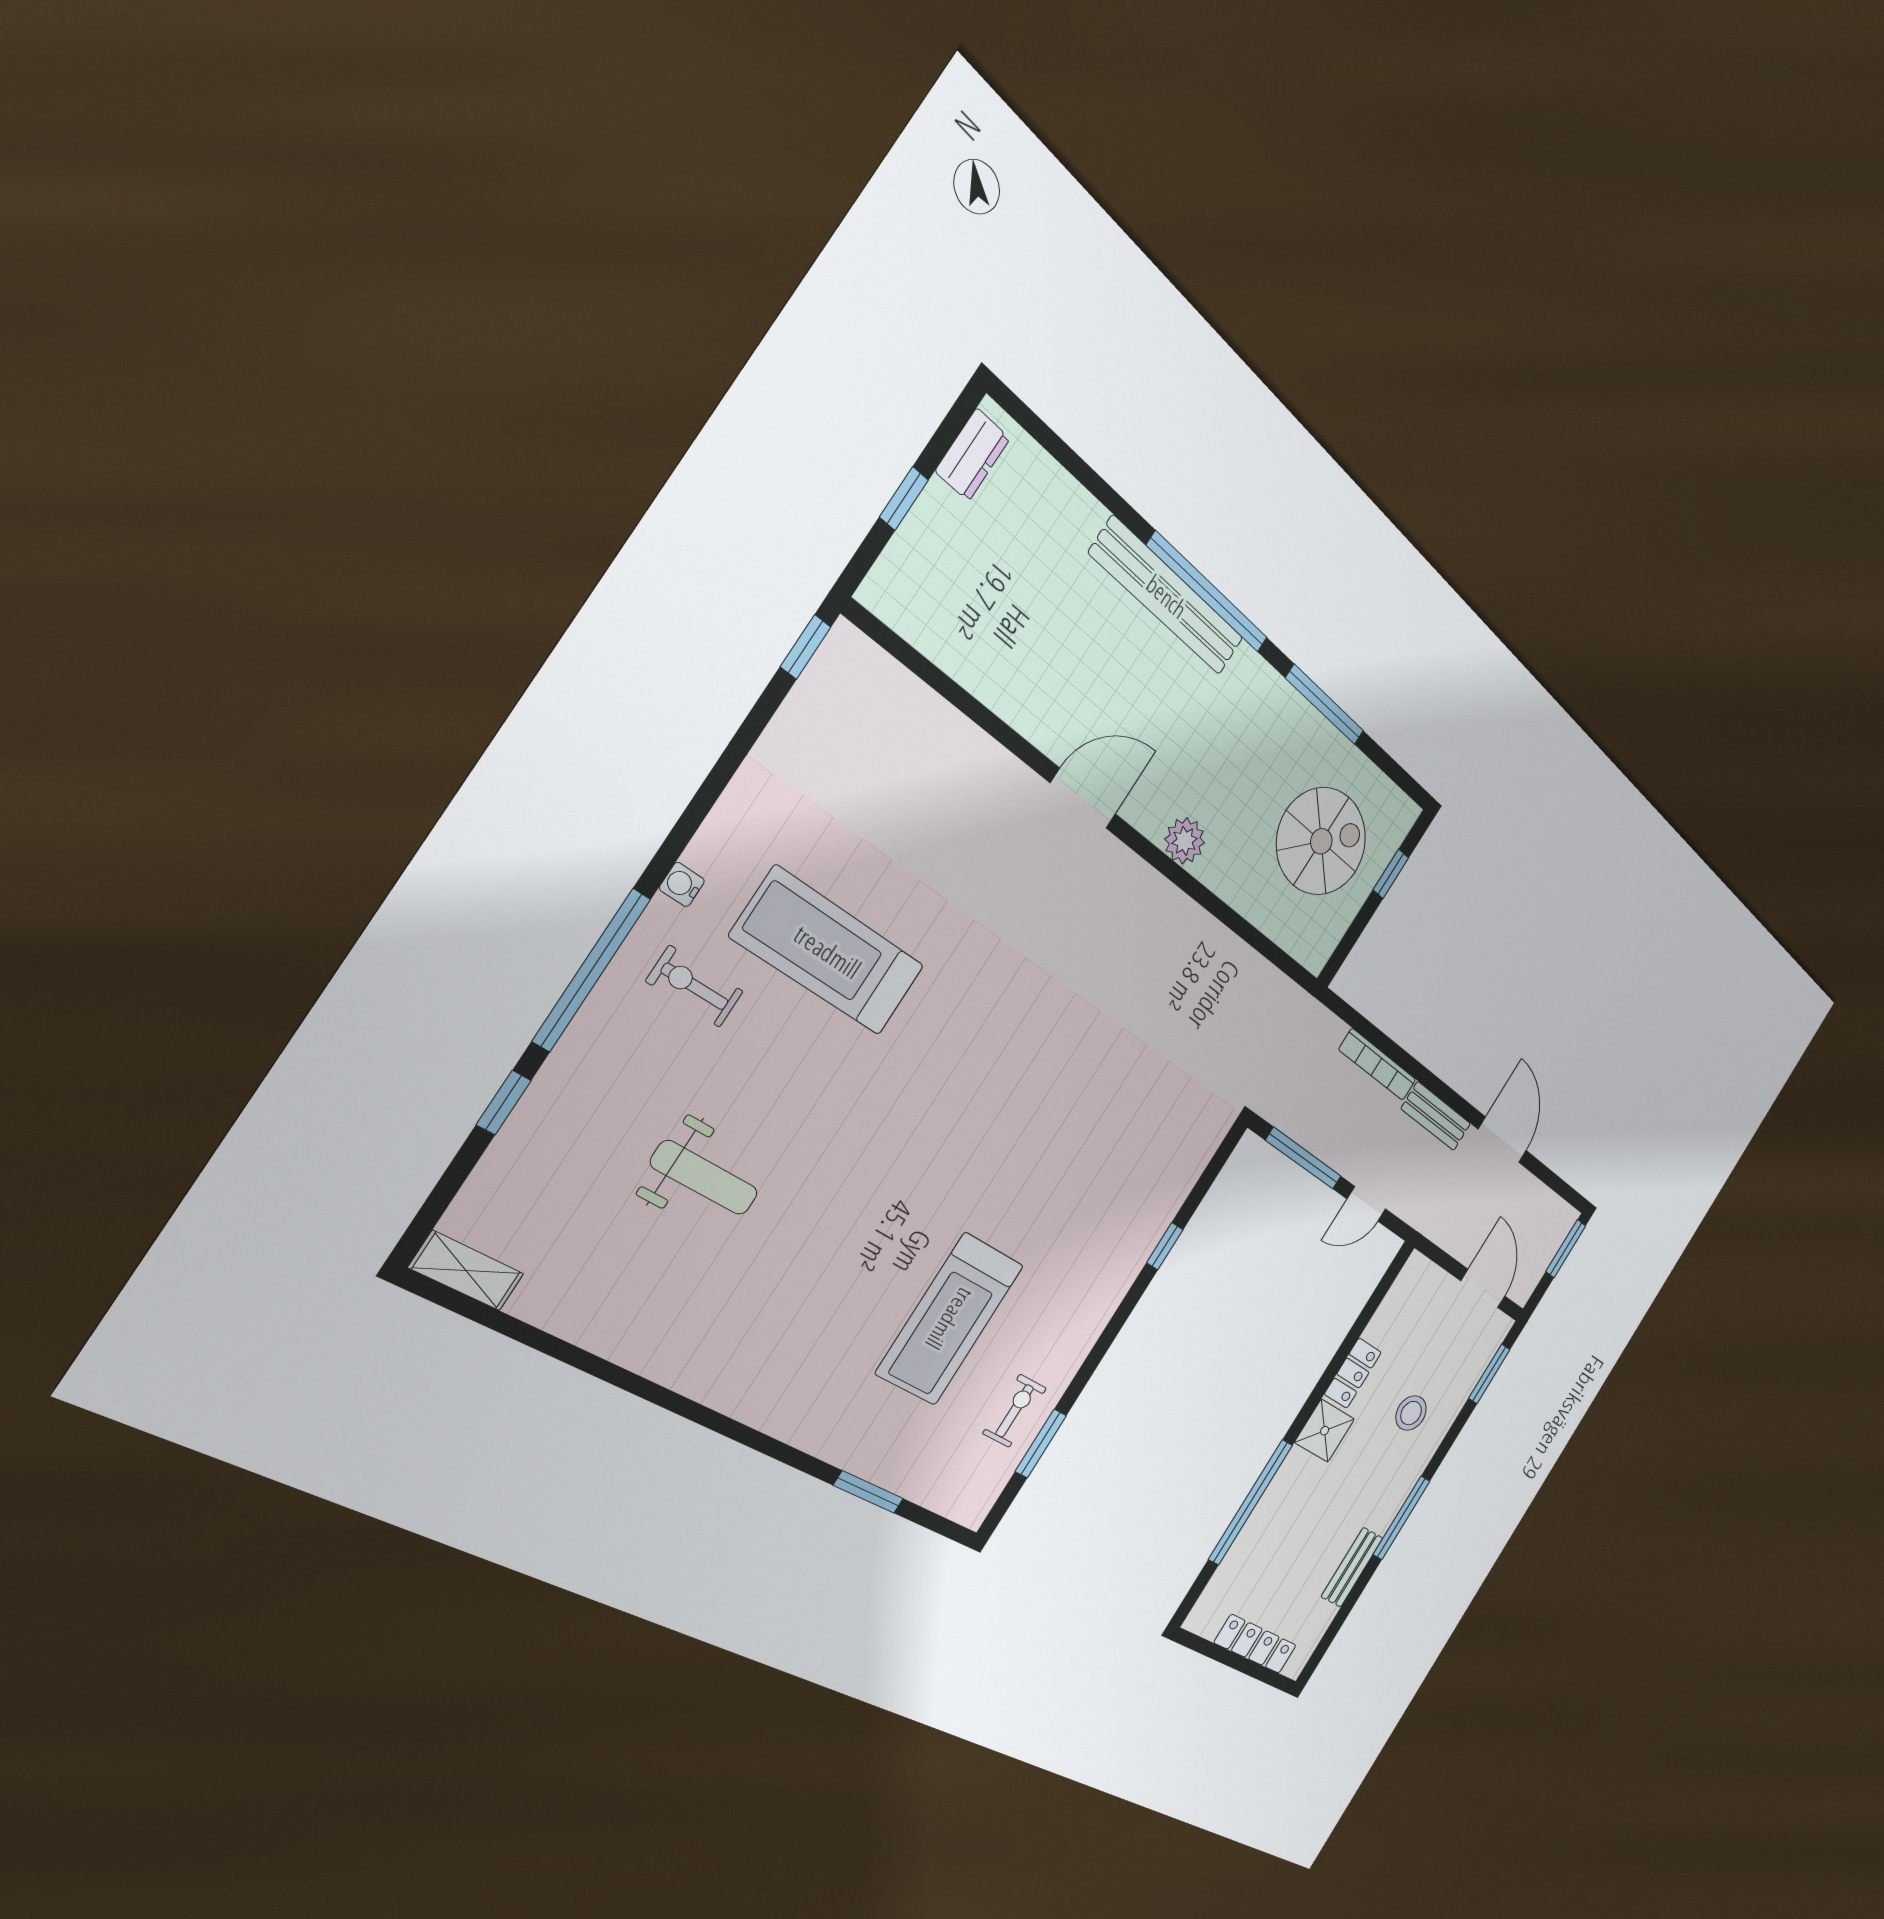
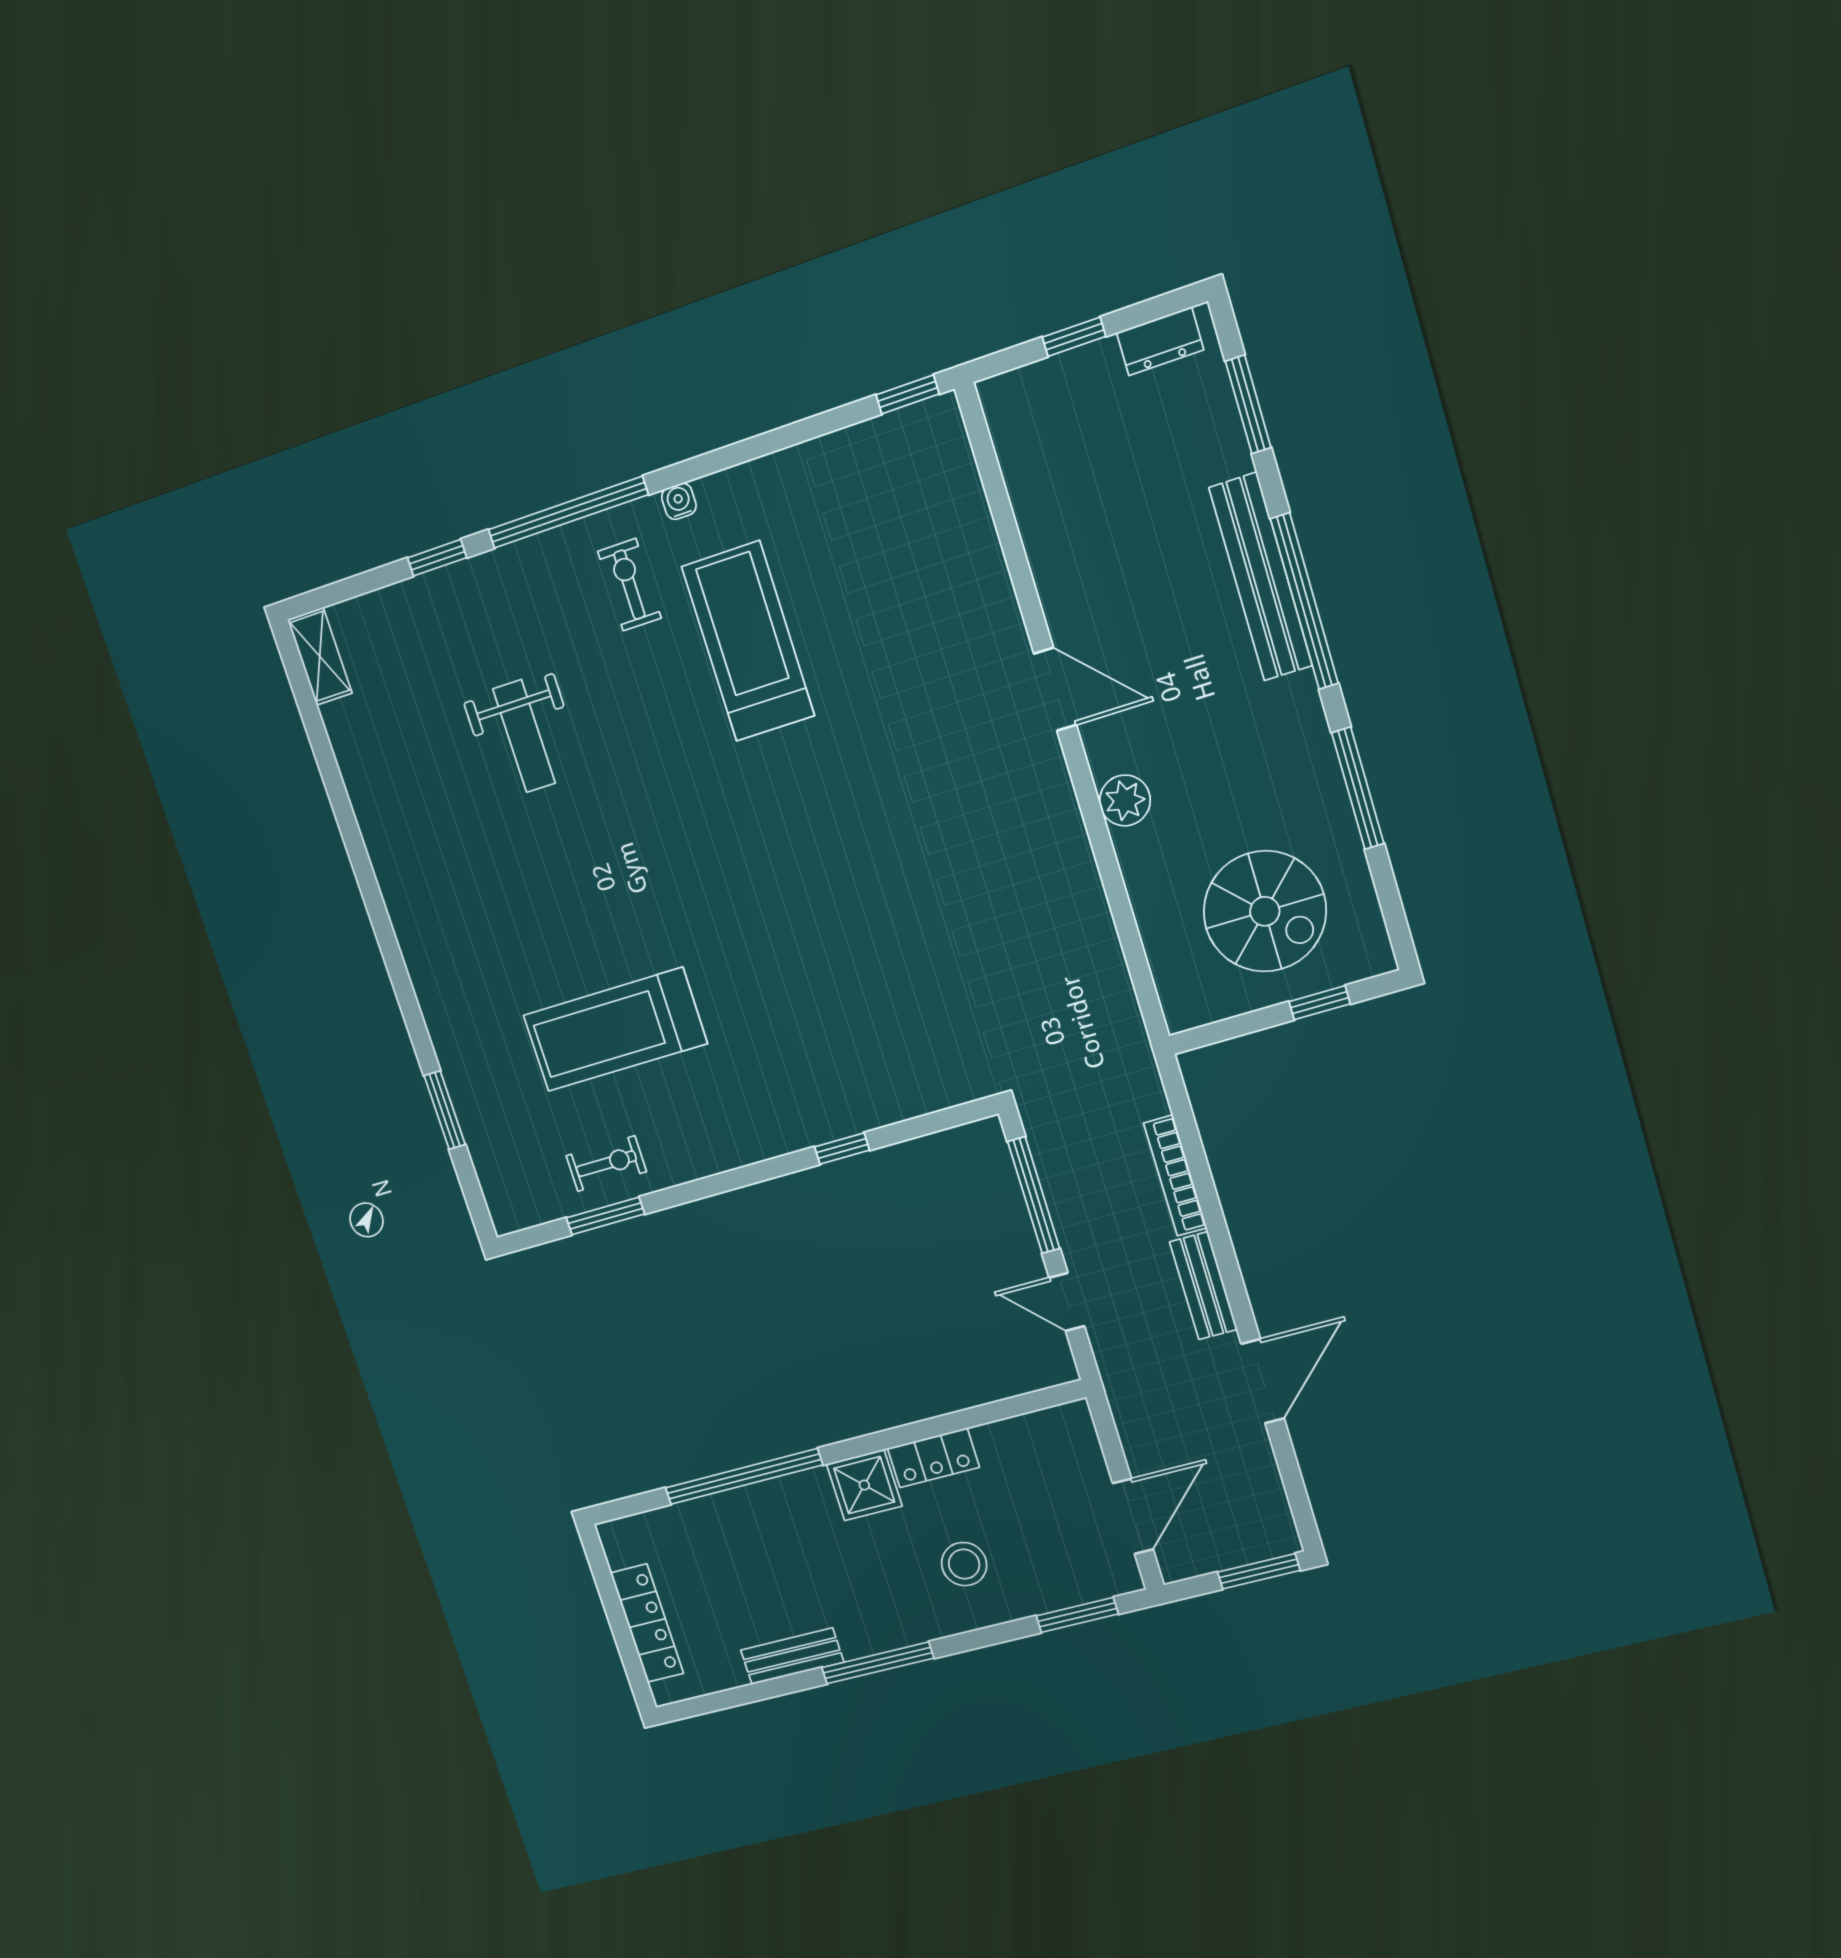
window: (1072, 462) -> (1248, 404), added

